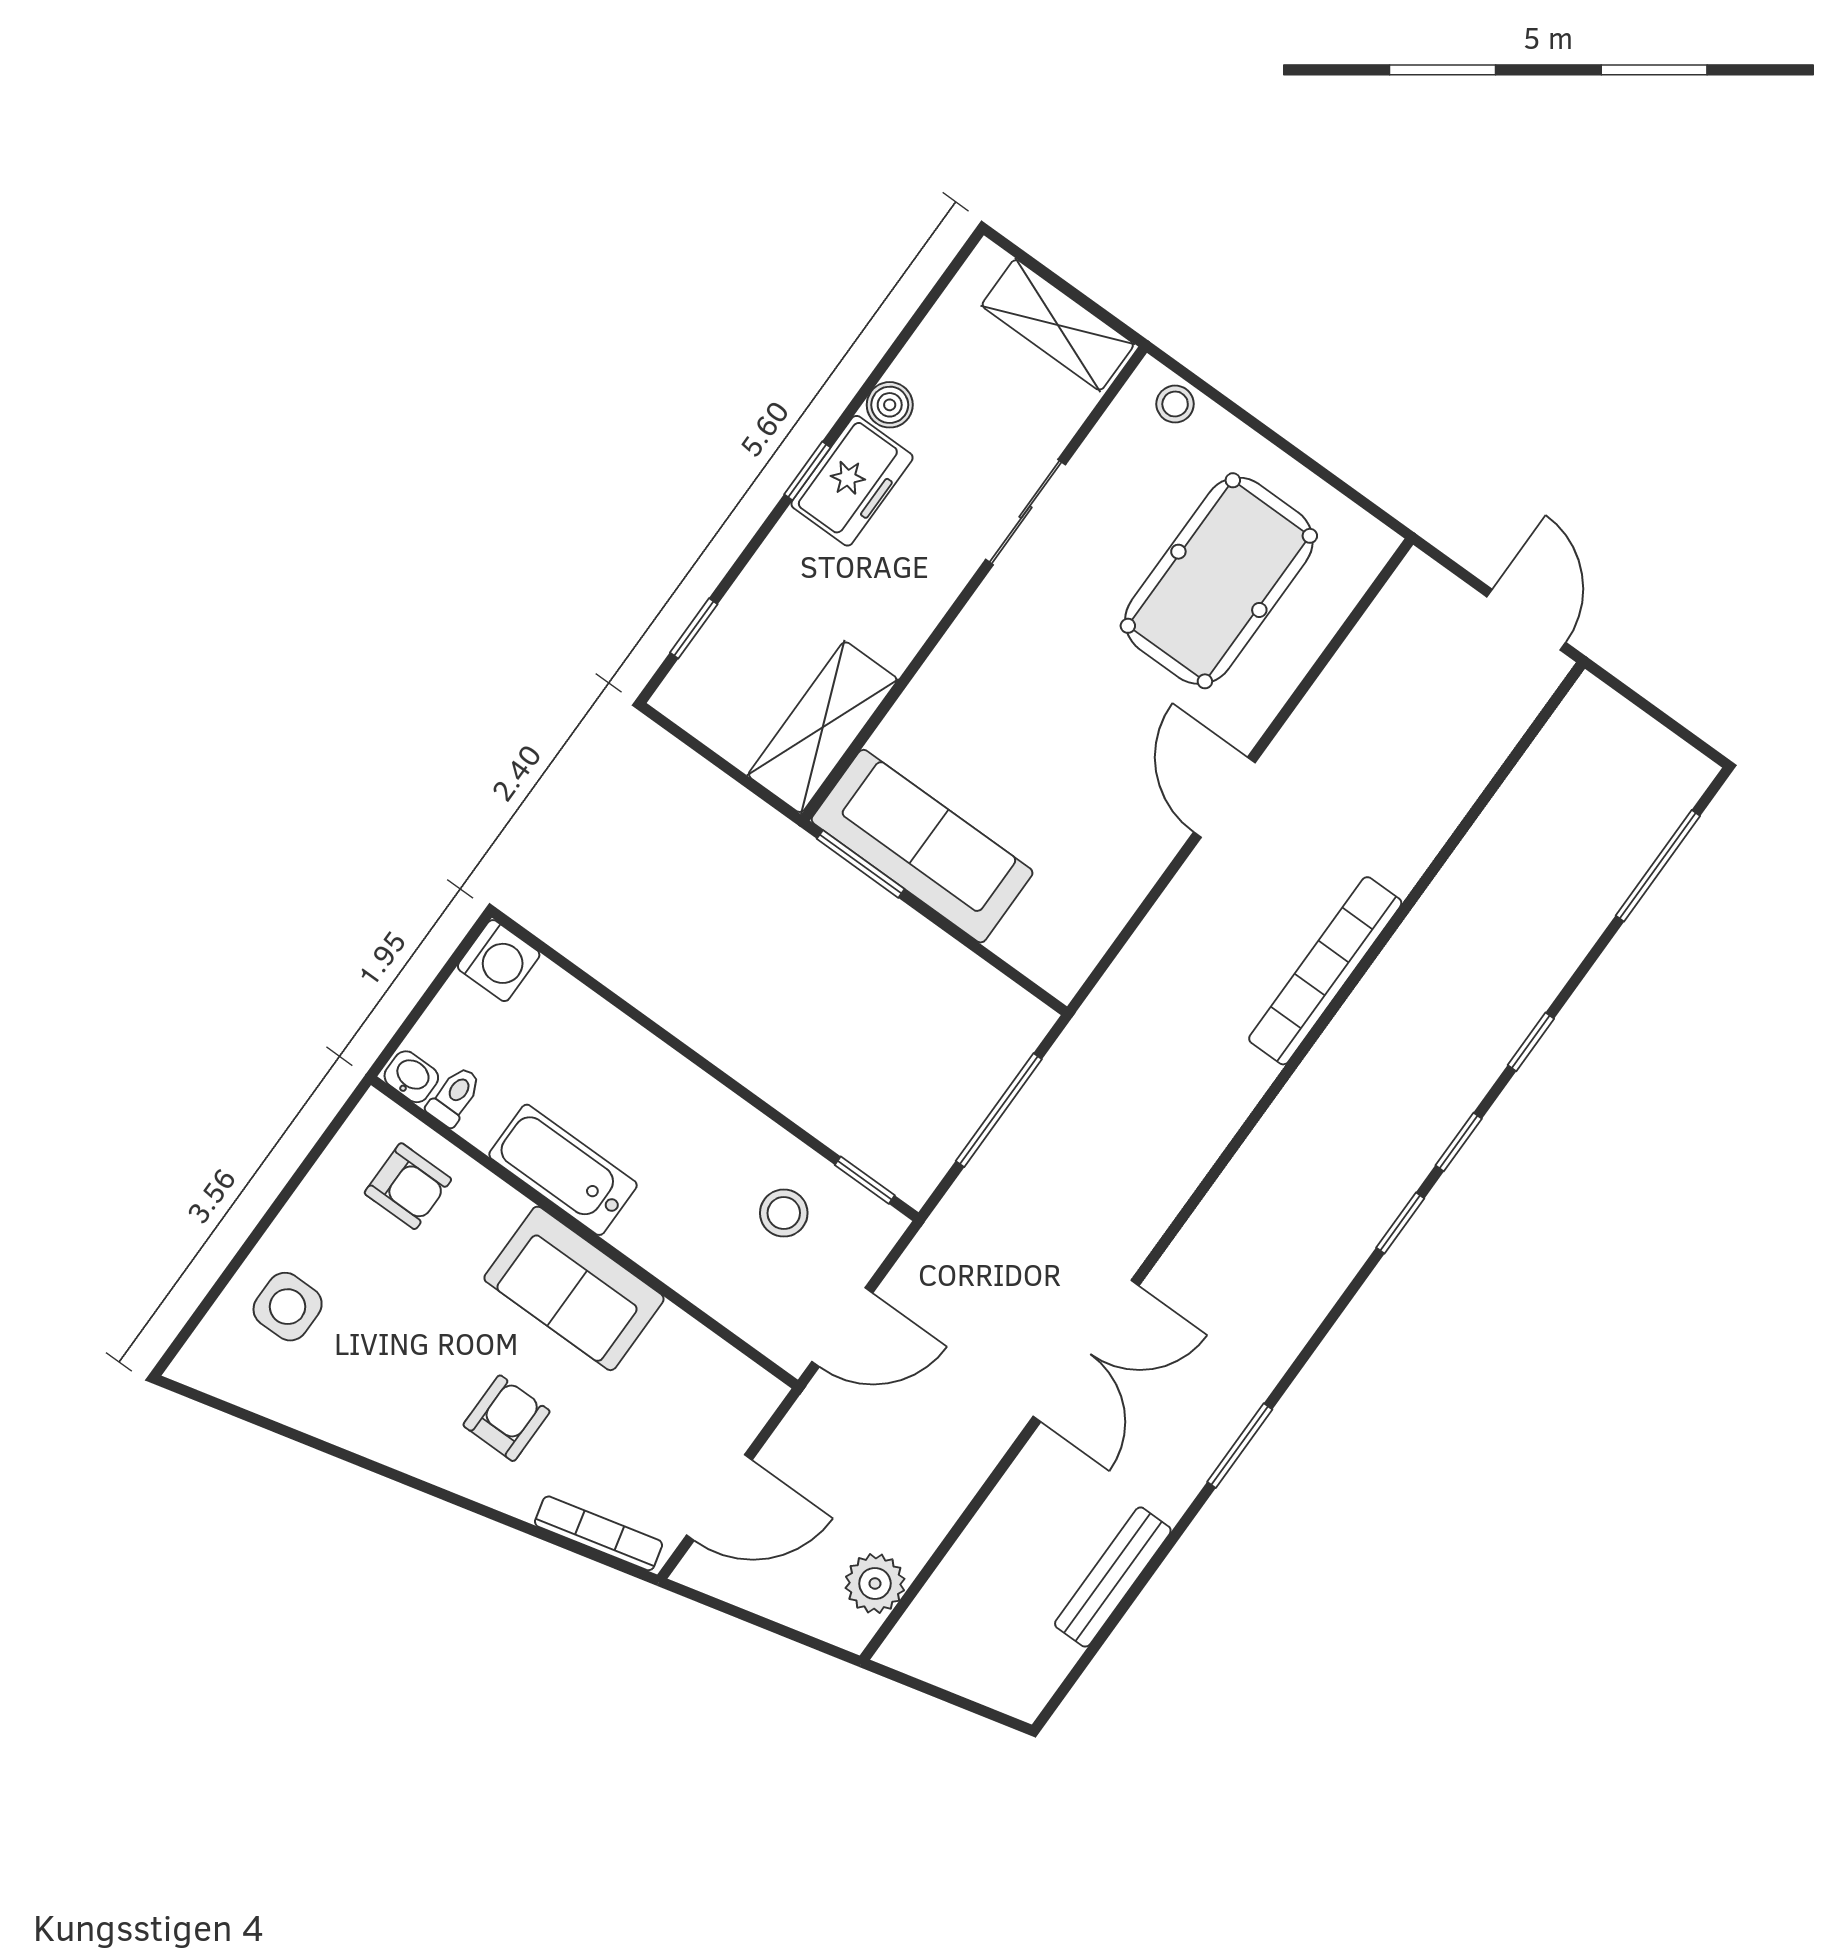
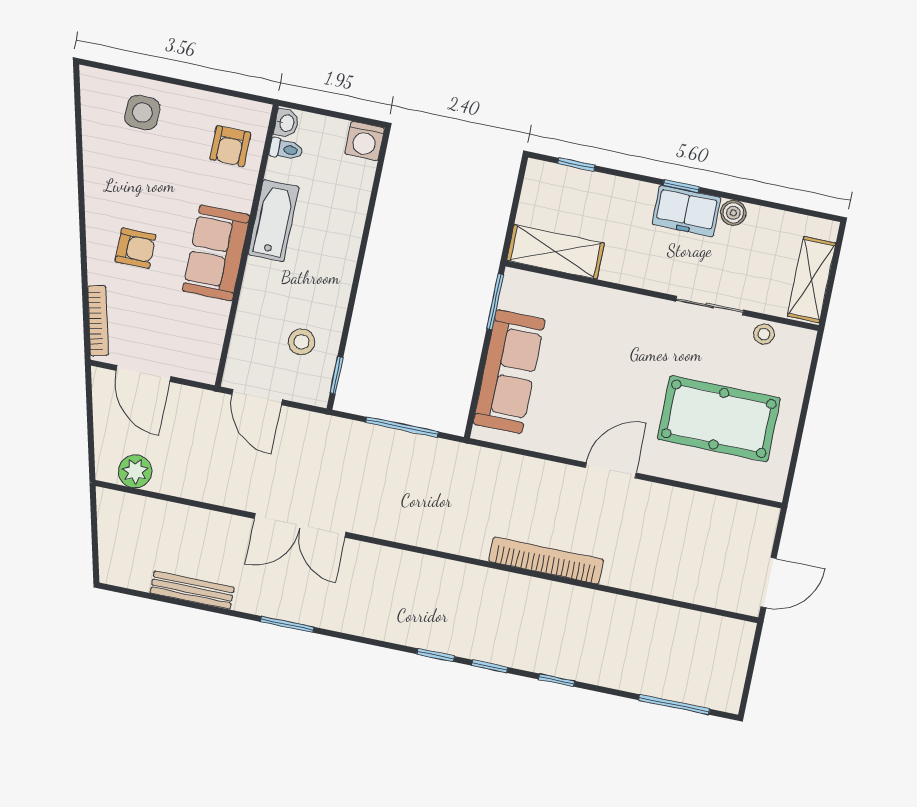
stool: (1175, 404) -> (764, 334), moved
sofa: (922, 846) -> (509, 372), moved

